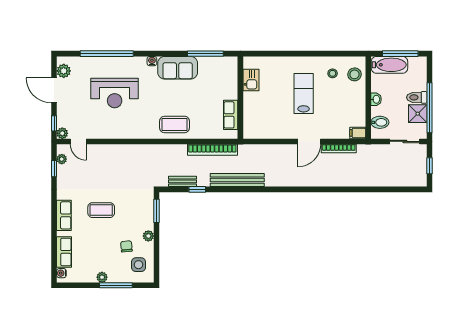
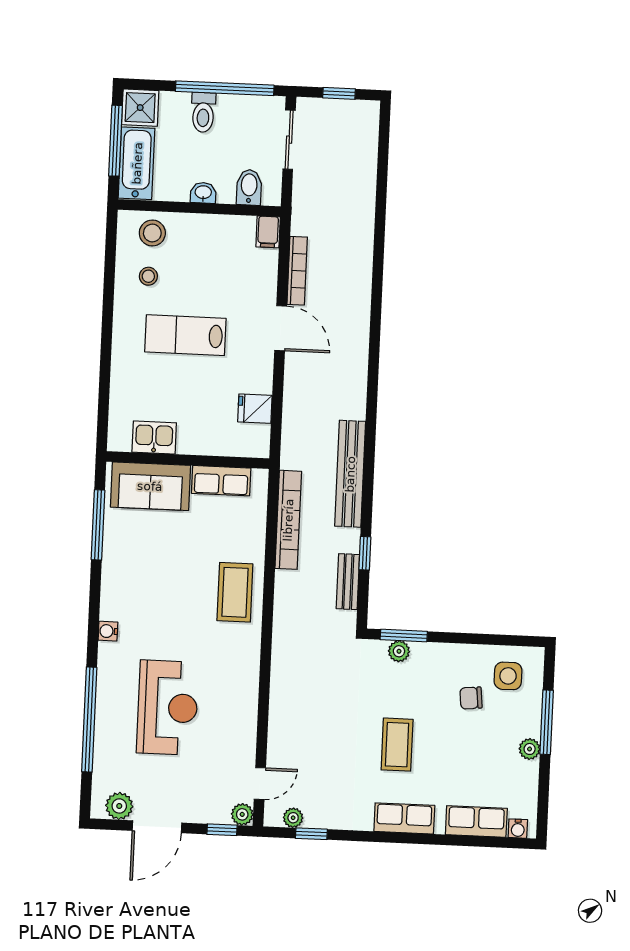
sofa: (178, 68) -> (150, 486), moved, turned 90
shower: (418, 114) -> (140, 108), moved
fridge: (268, 130) -> (255, 409), added
plant: (148, 236) -> (399, 651), moved

